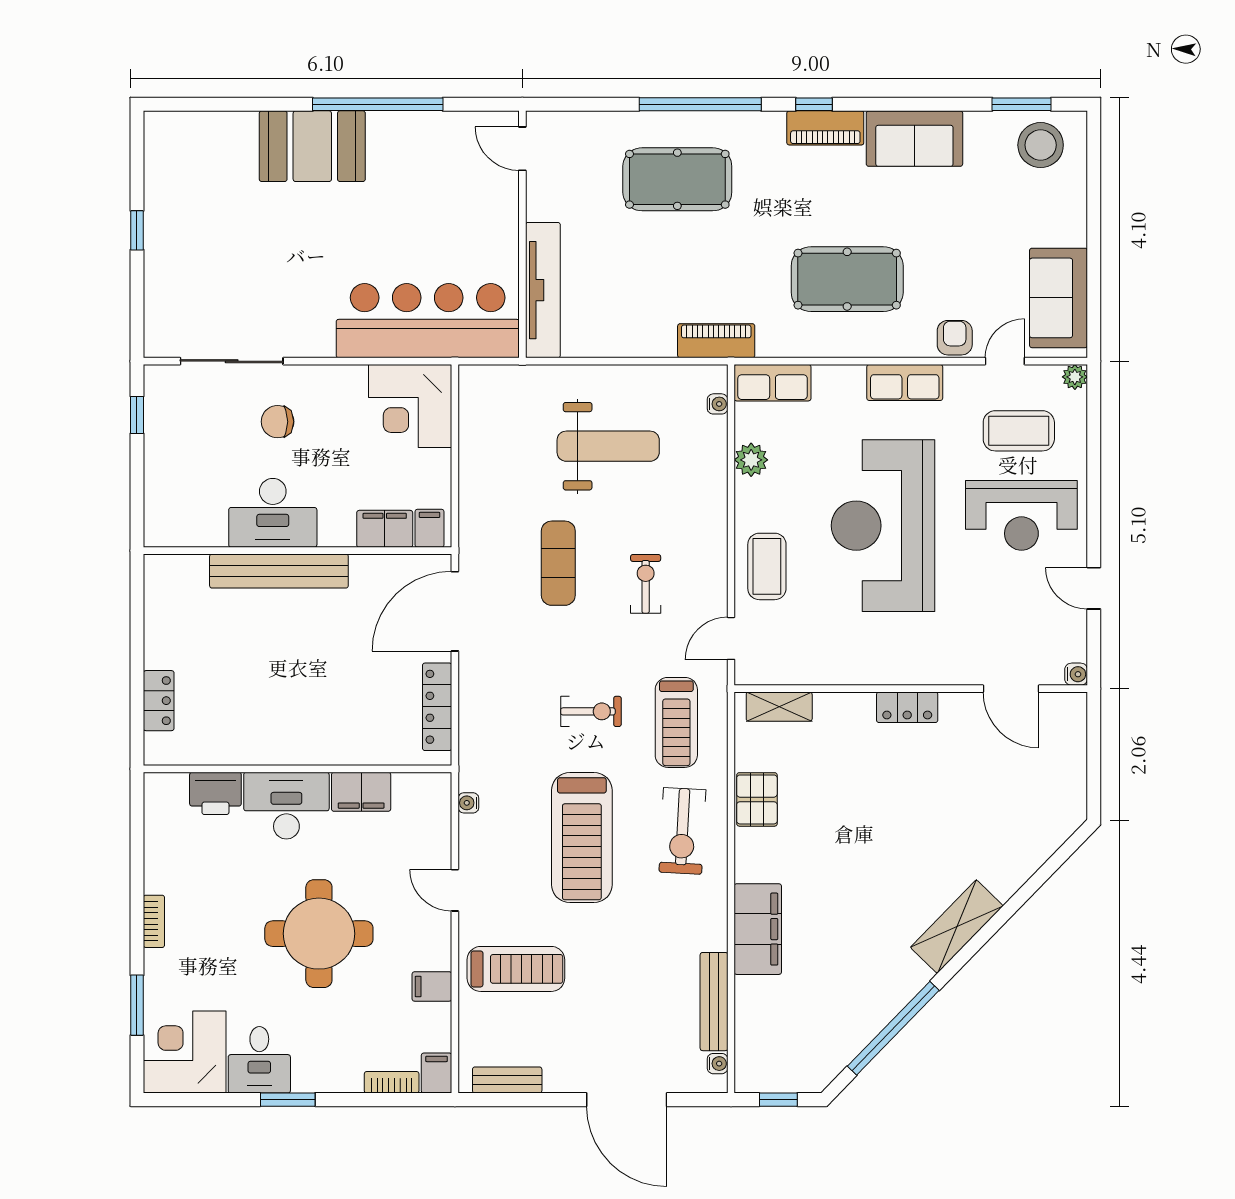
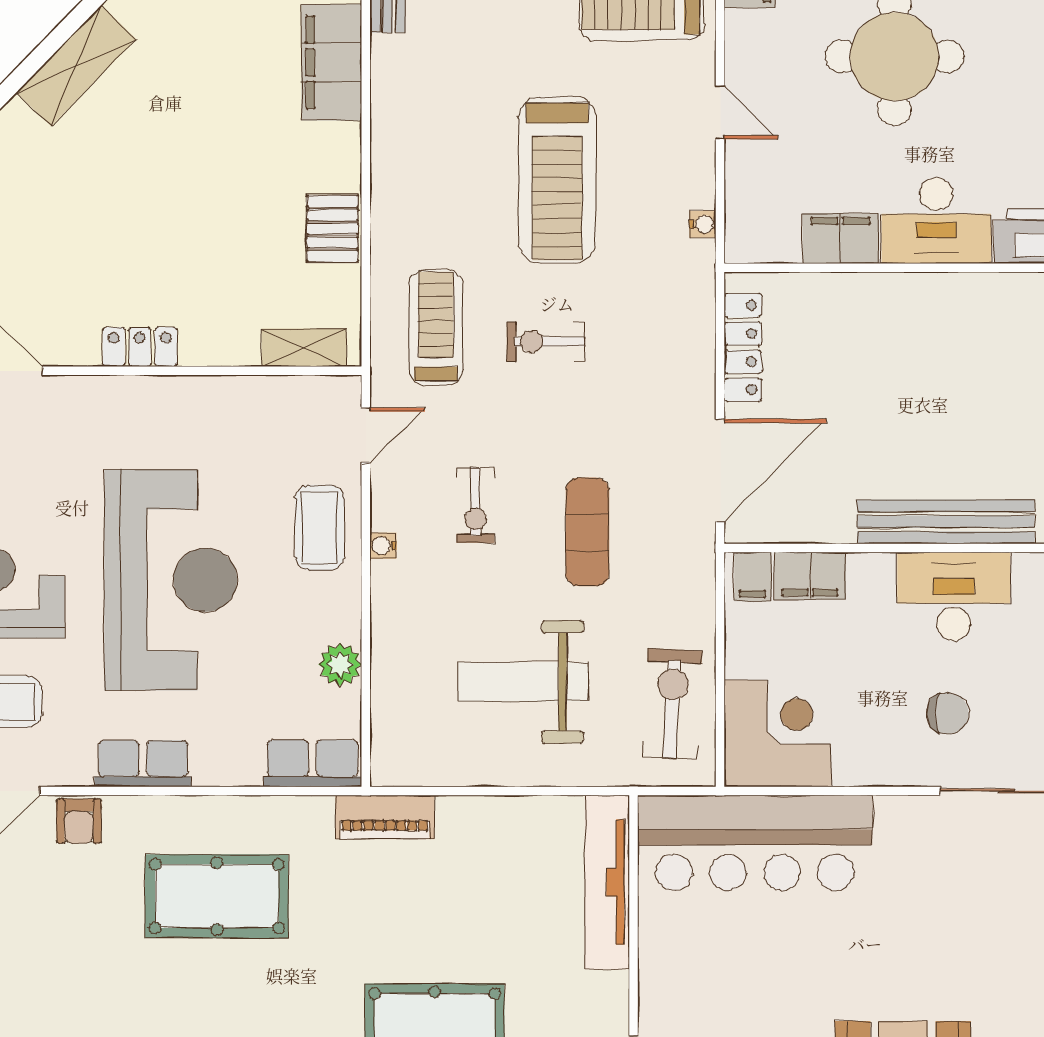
water cooler: (718, 404) -> (383, 546), moved
exercise bike: (682, 831) -> (672, 704), moved
treadmill: (582, 837) -> (557, 180), turned 180

